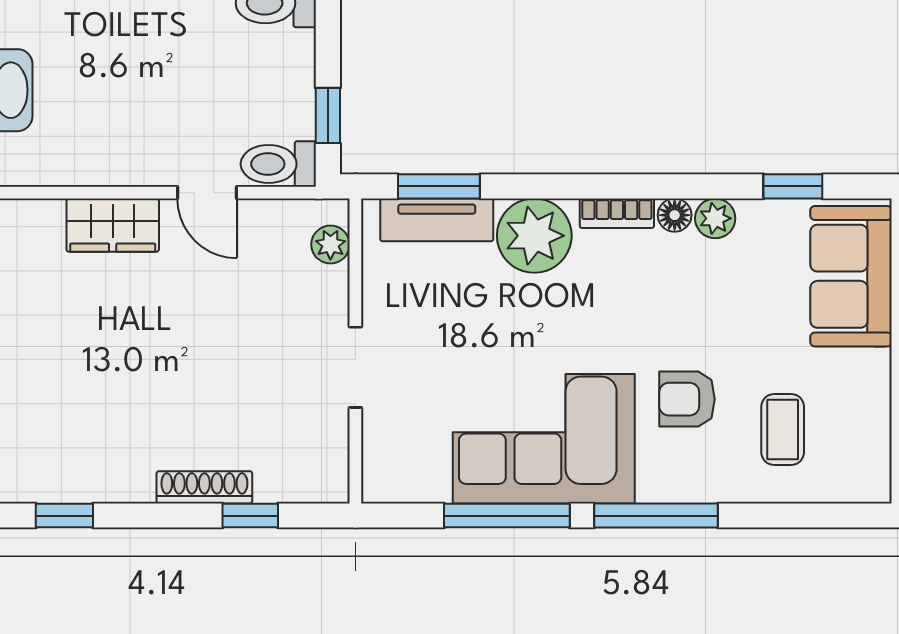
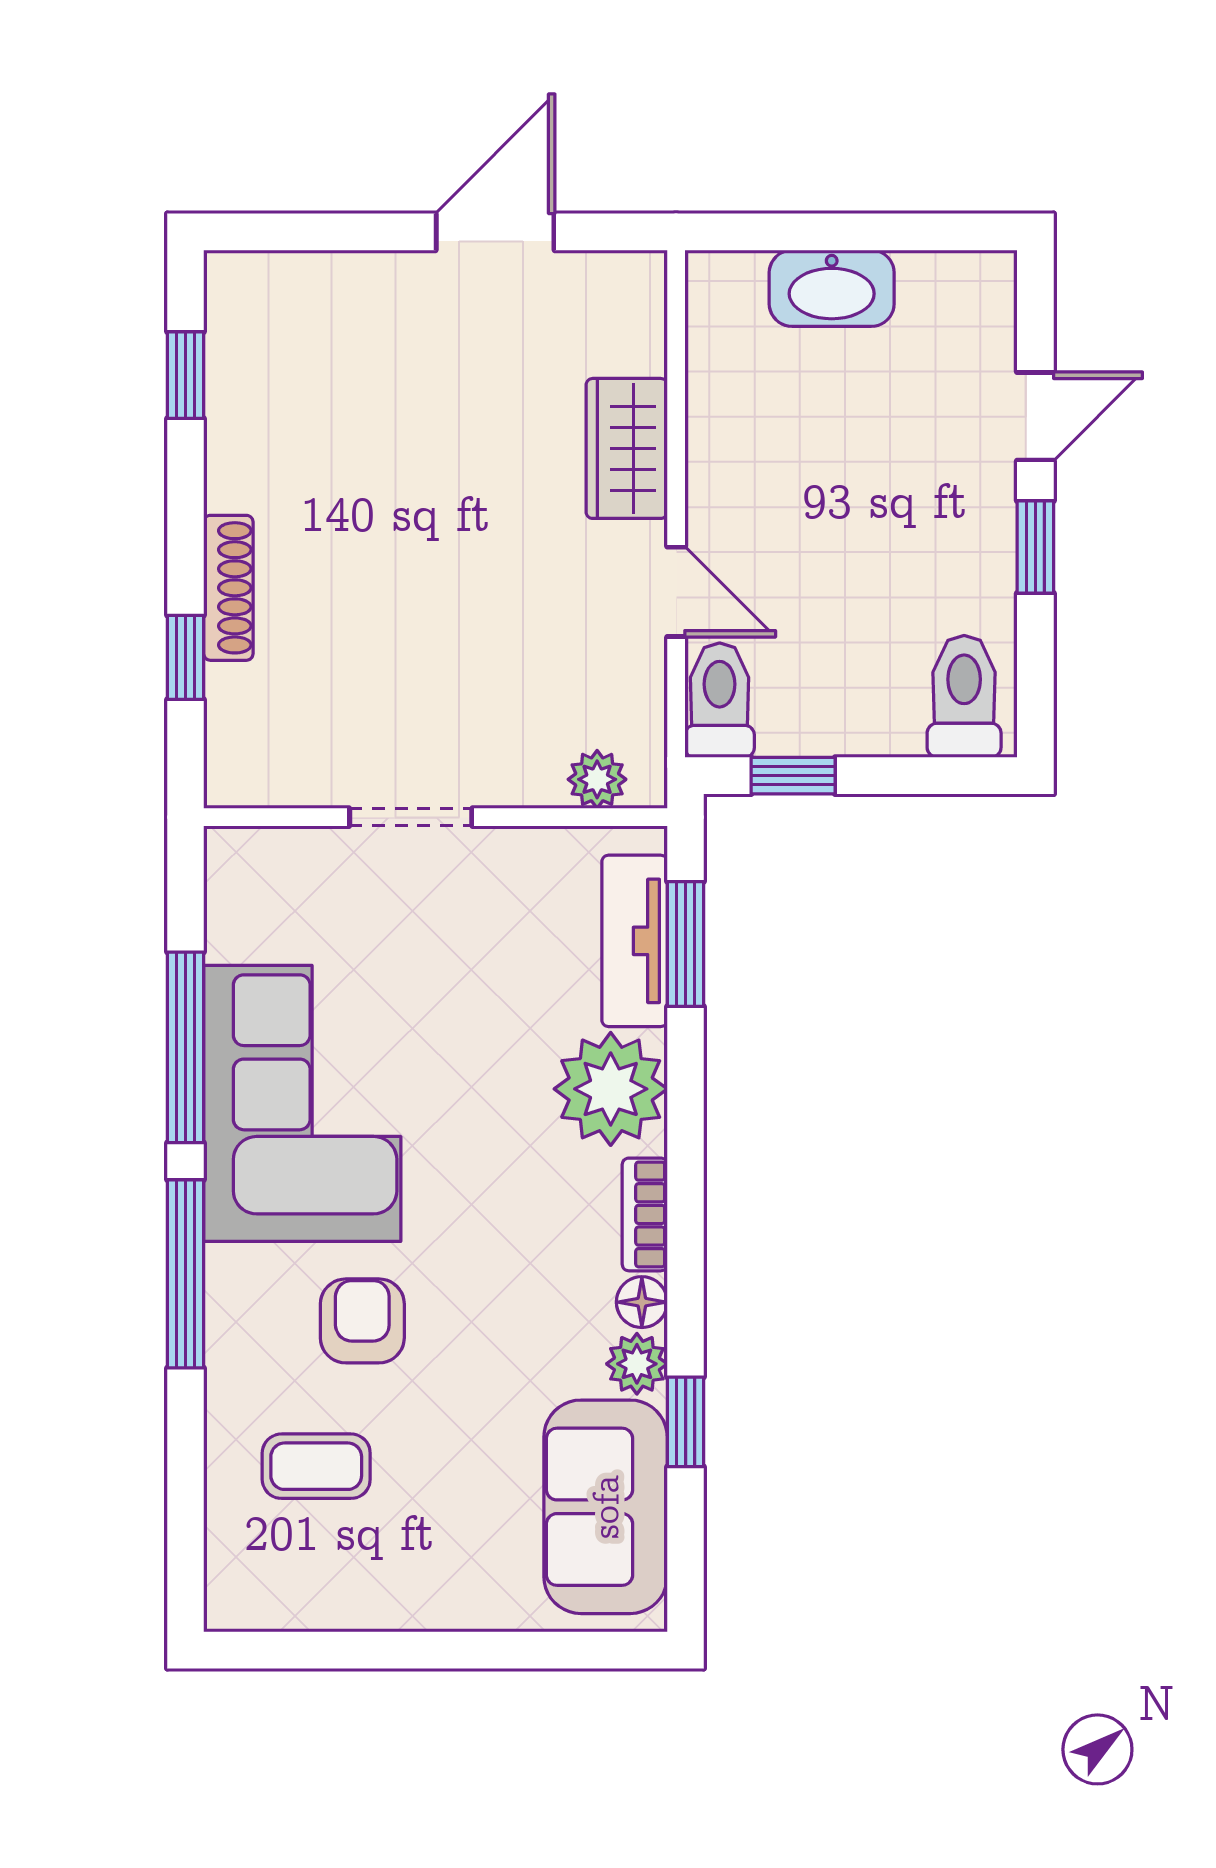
window: (793, 186) -> (686, 1422), moved
door: (207, 193) -> (676, 592), swing flipped
sofa: (851, 276) -> (606, 1507), moved, turned -90

